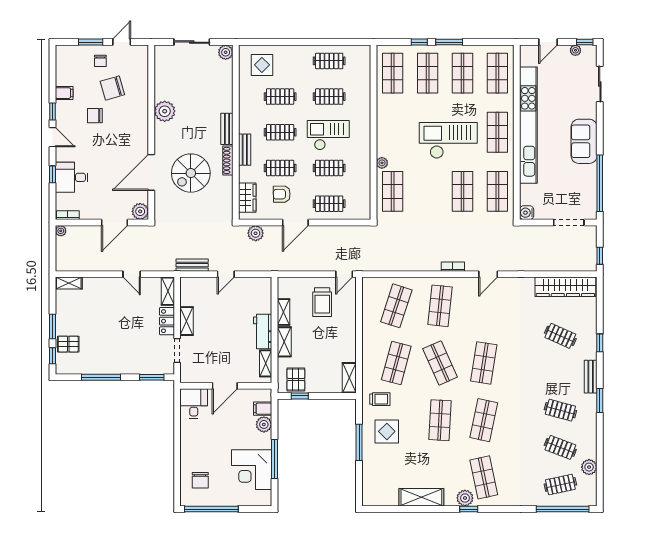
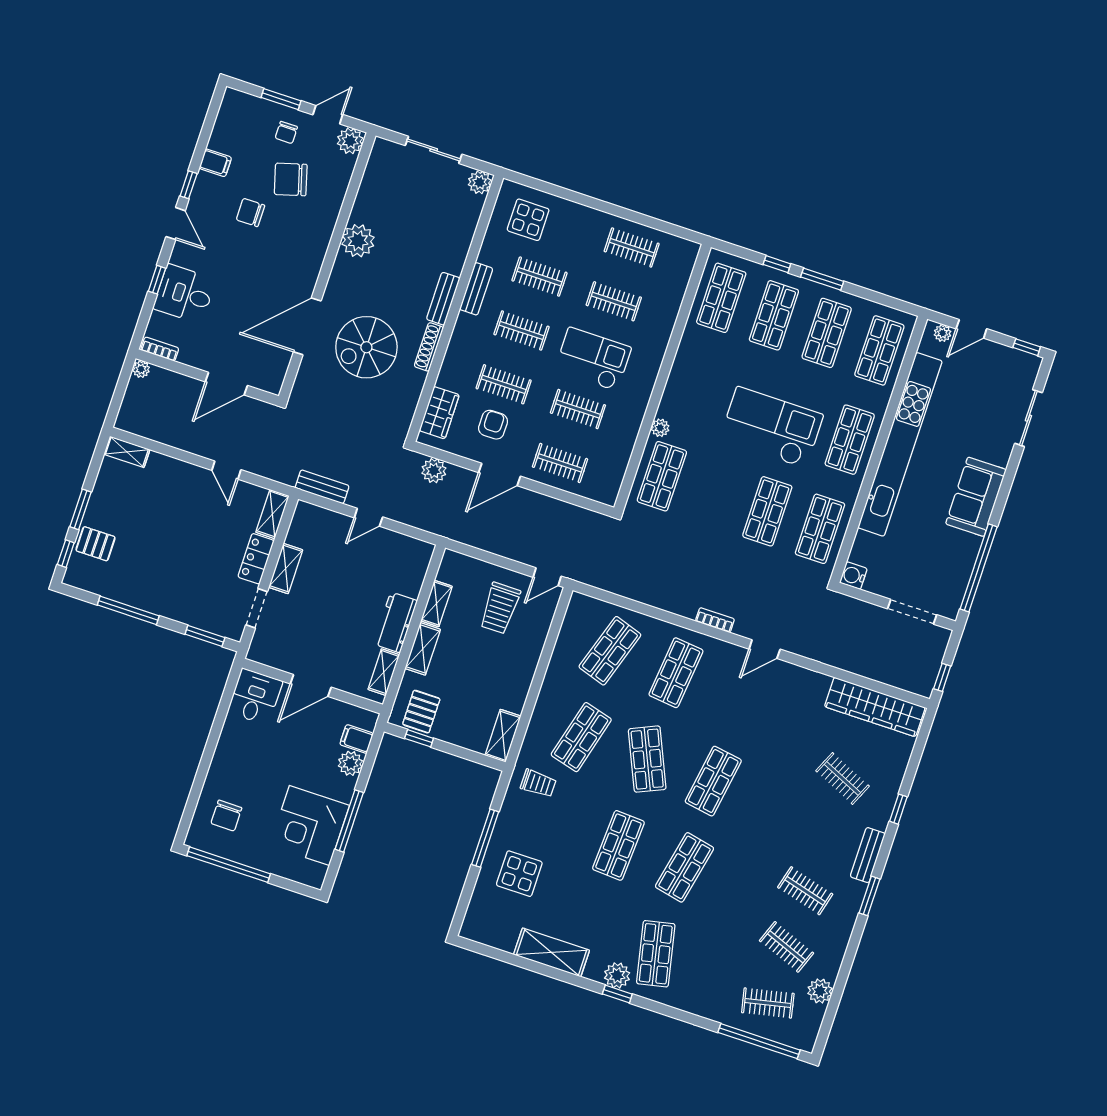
plant: (575, 50) -> (943, 333), moved
bench: (245, 150) -> (476, 289), moved
armchair: (282, 194) -> (493, 425), turned 91
plant: (140, 211) -> (350, 141), moved
display table: (387, 431) -> (519, 874), moved

